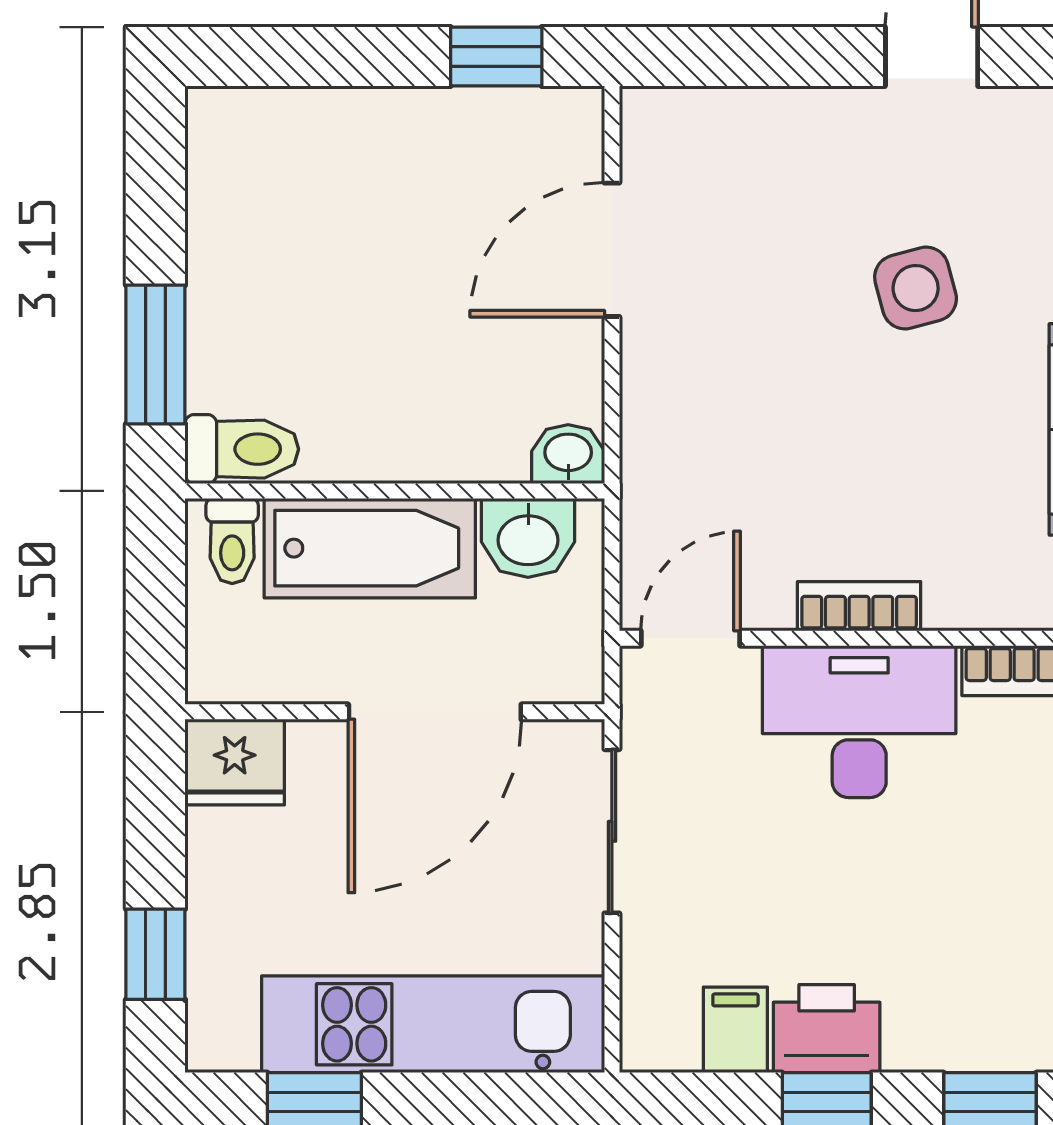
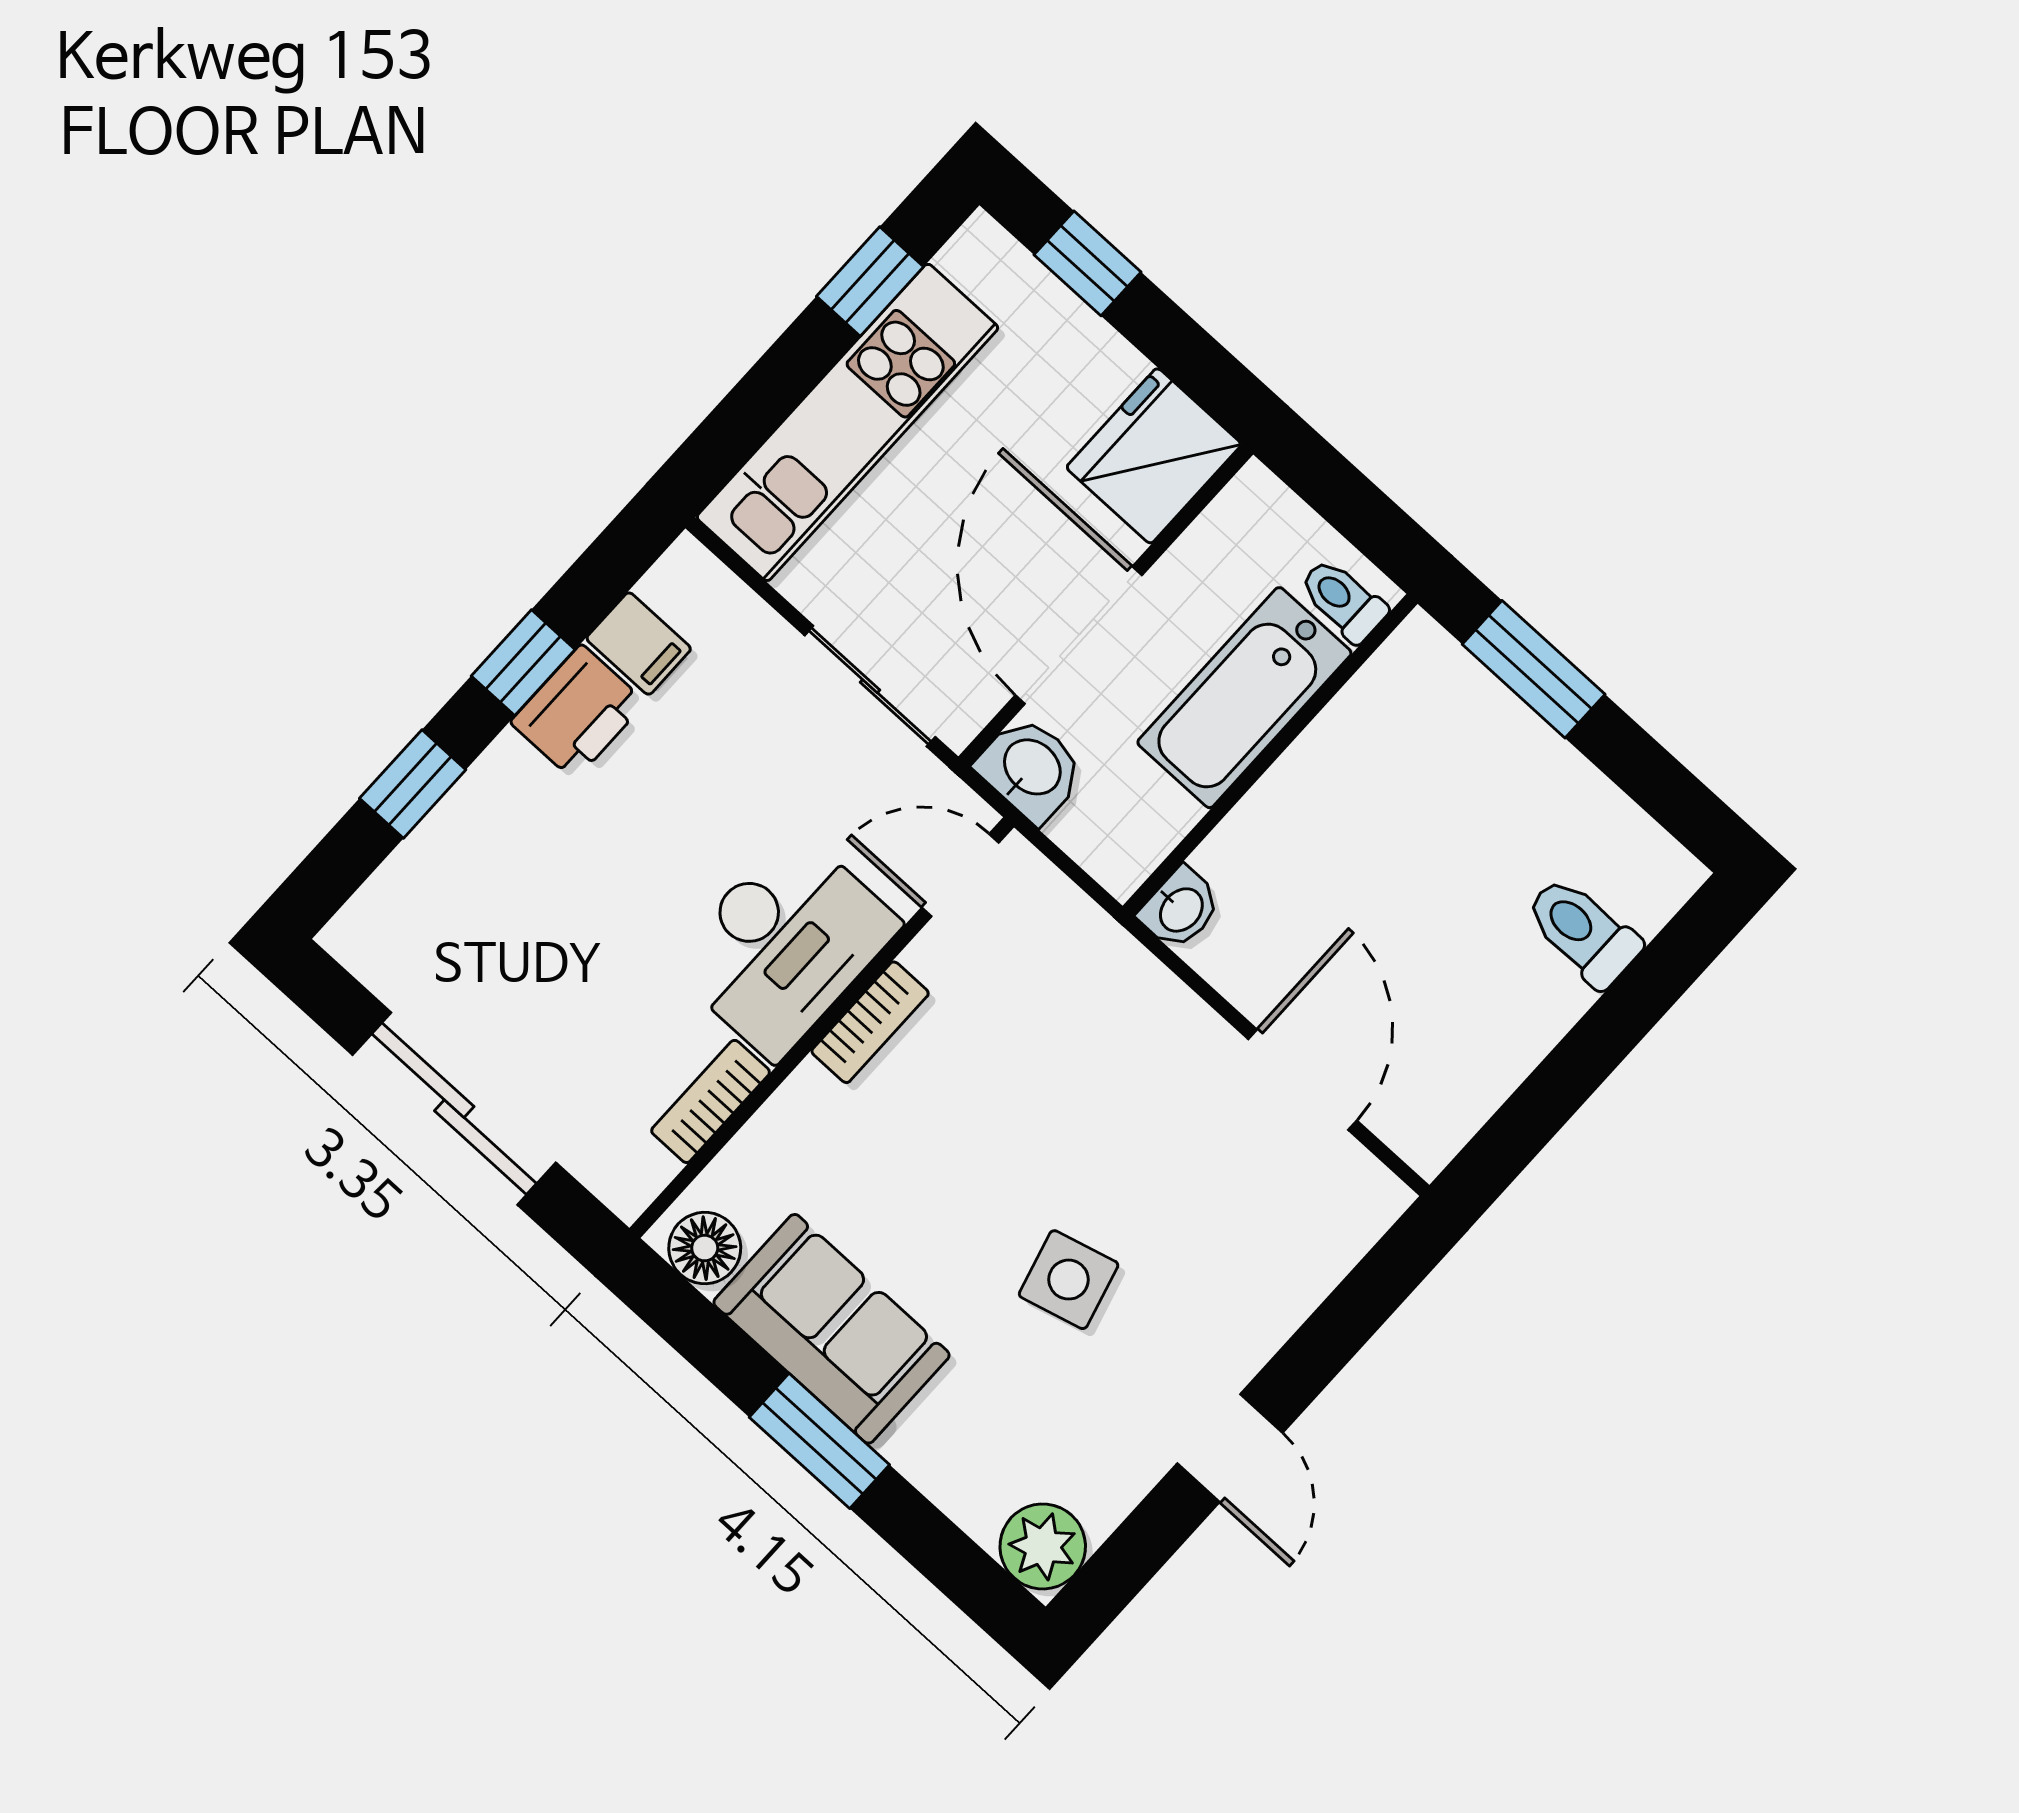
window: (496, 57) -> (1525, 1124), removed
toilet: (242, 449) -> (1583, 931), moved, turned 90
washbasin: (528, 538) -> (1031, 769), moved, turned 90
door: (690, 638) -> (960, 875), swing flipped
fridge: (235, 762) -> (1154, 456), width x1.36, depth x1.34

